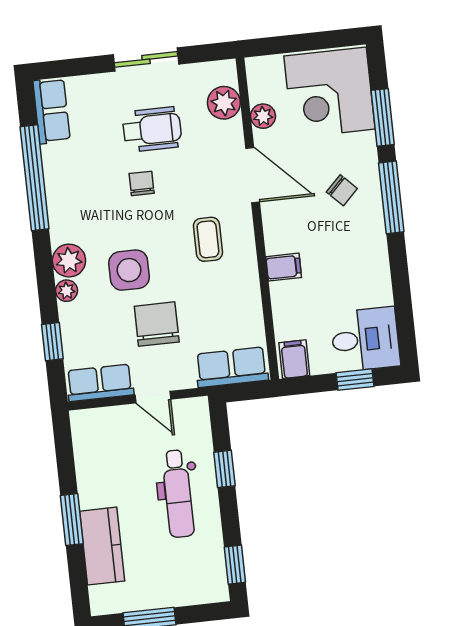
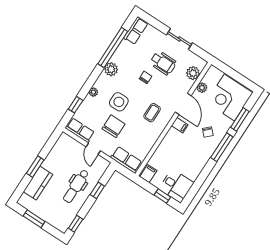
plant: (69, 261) -> (111, 69), moved
filing cabinet: (284, 267) -> (180, 125), moved

